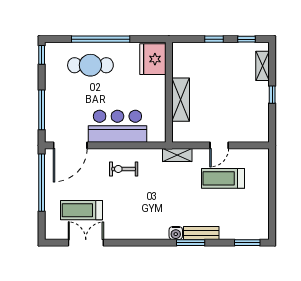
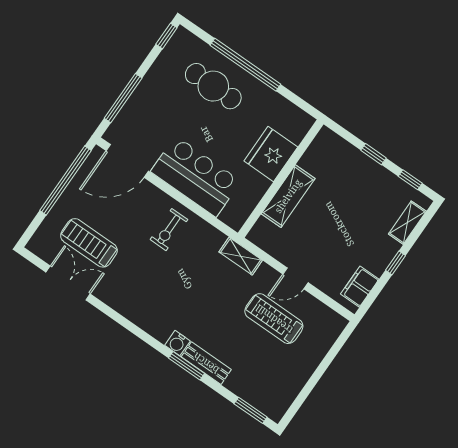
fridge: (153, 59) -> (271, 154), moved
filing cabinet: (261, 124) -> (360, 287), added
exercise bike: (124, 169) -> (169, 230), turned -90

